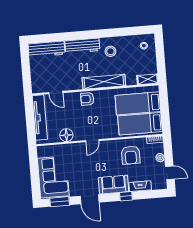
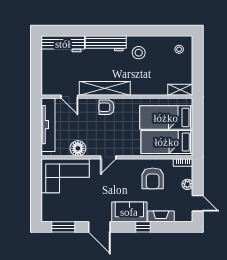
shelving: (104, 82) -> (105, 88), moved
corner sofa: (53, 177) -> (65, 176), moved, turned 90

